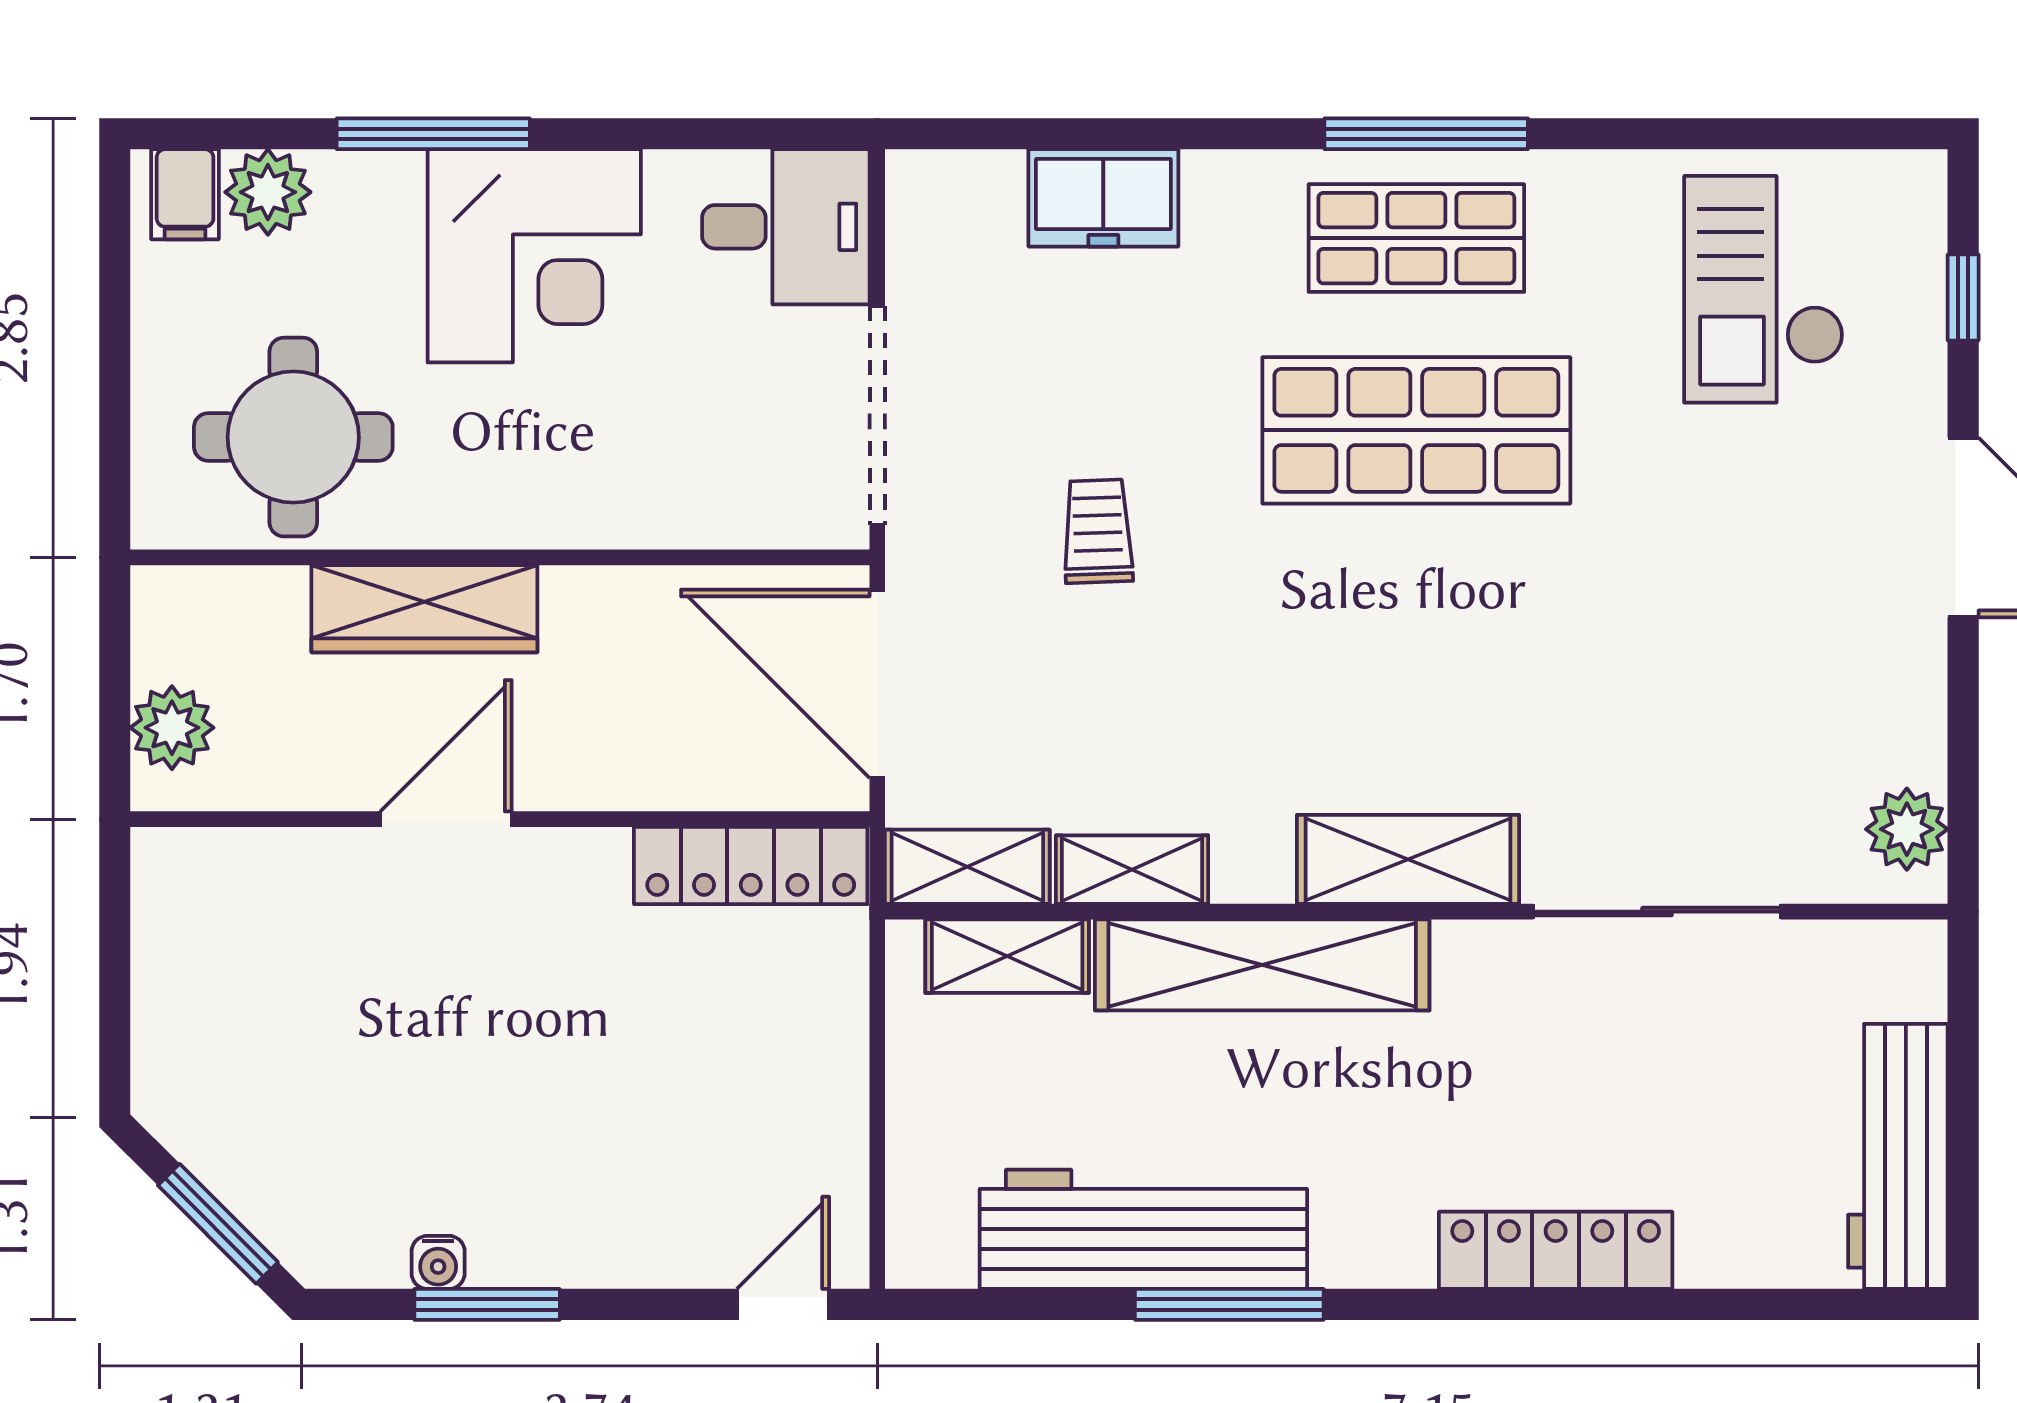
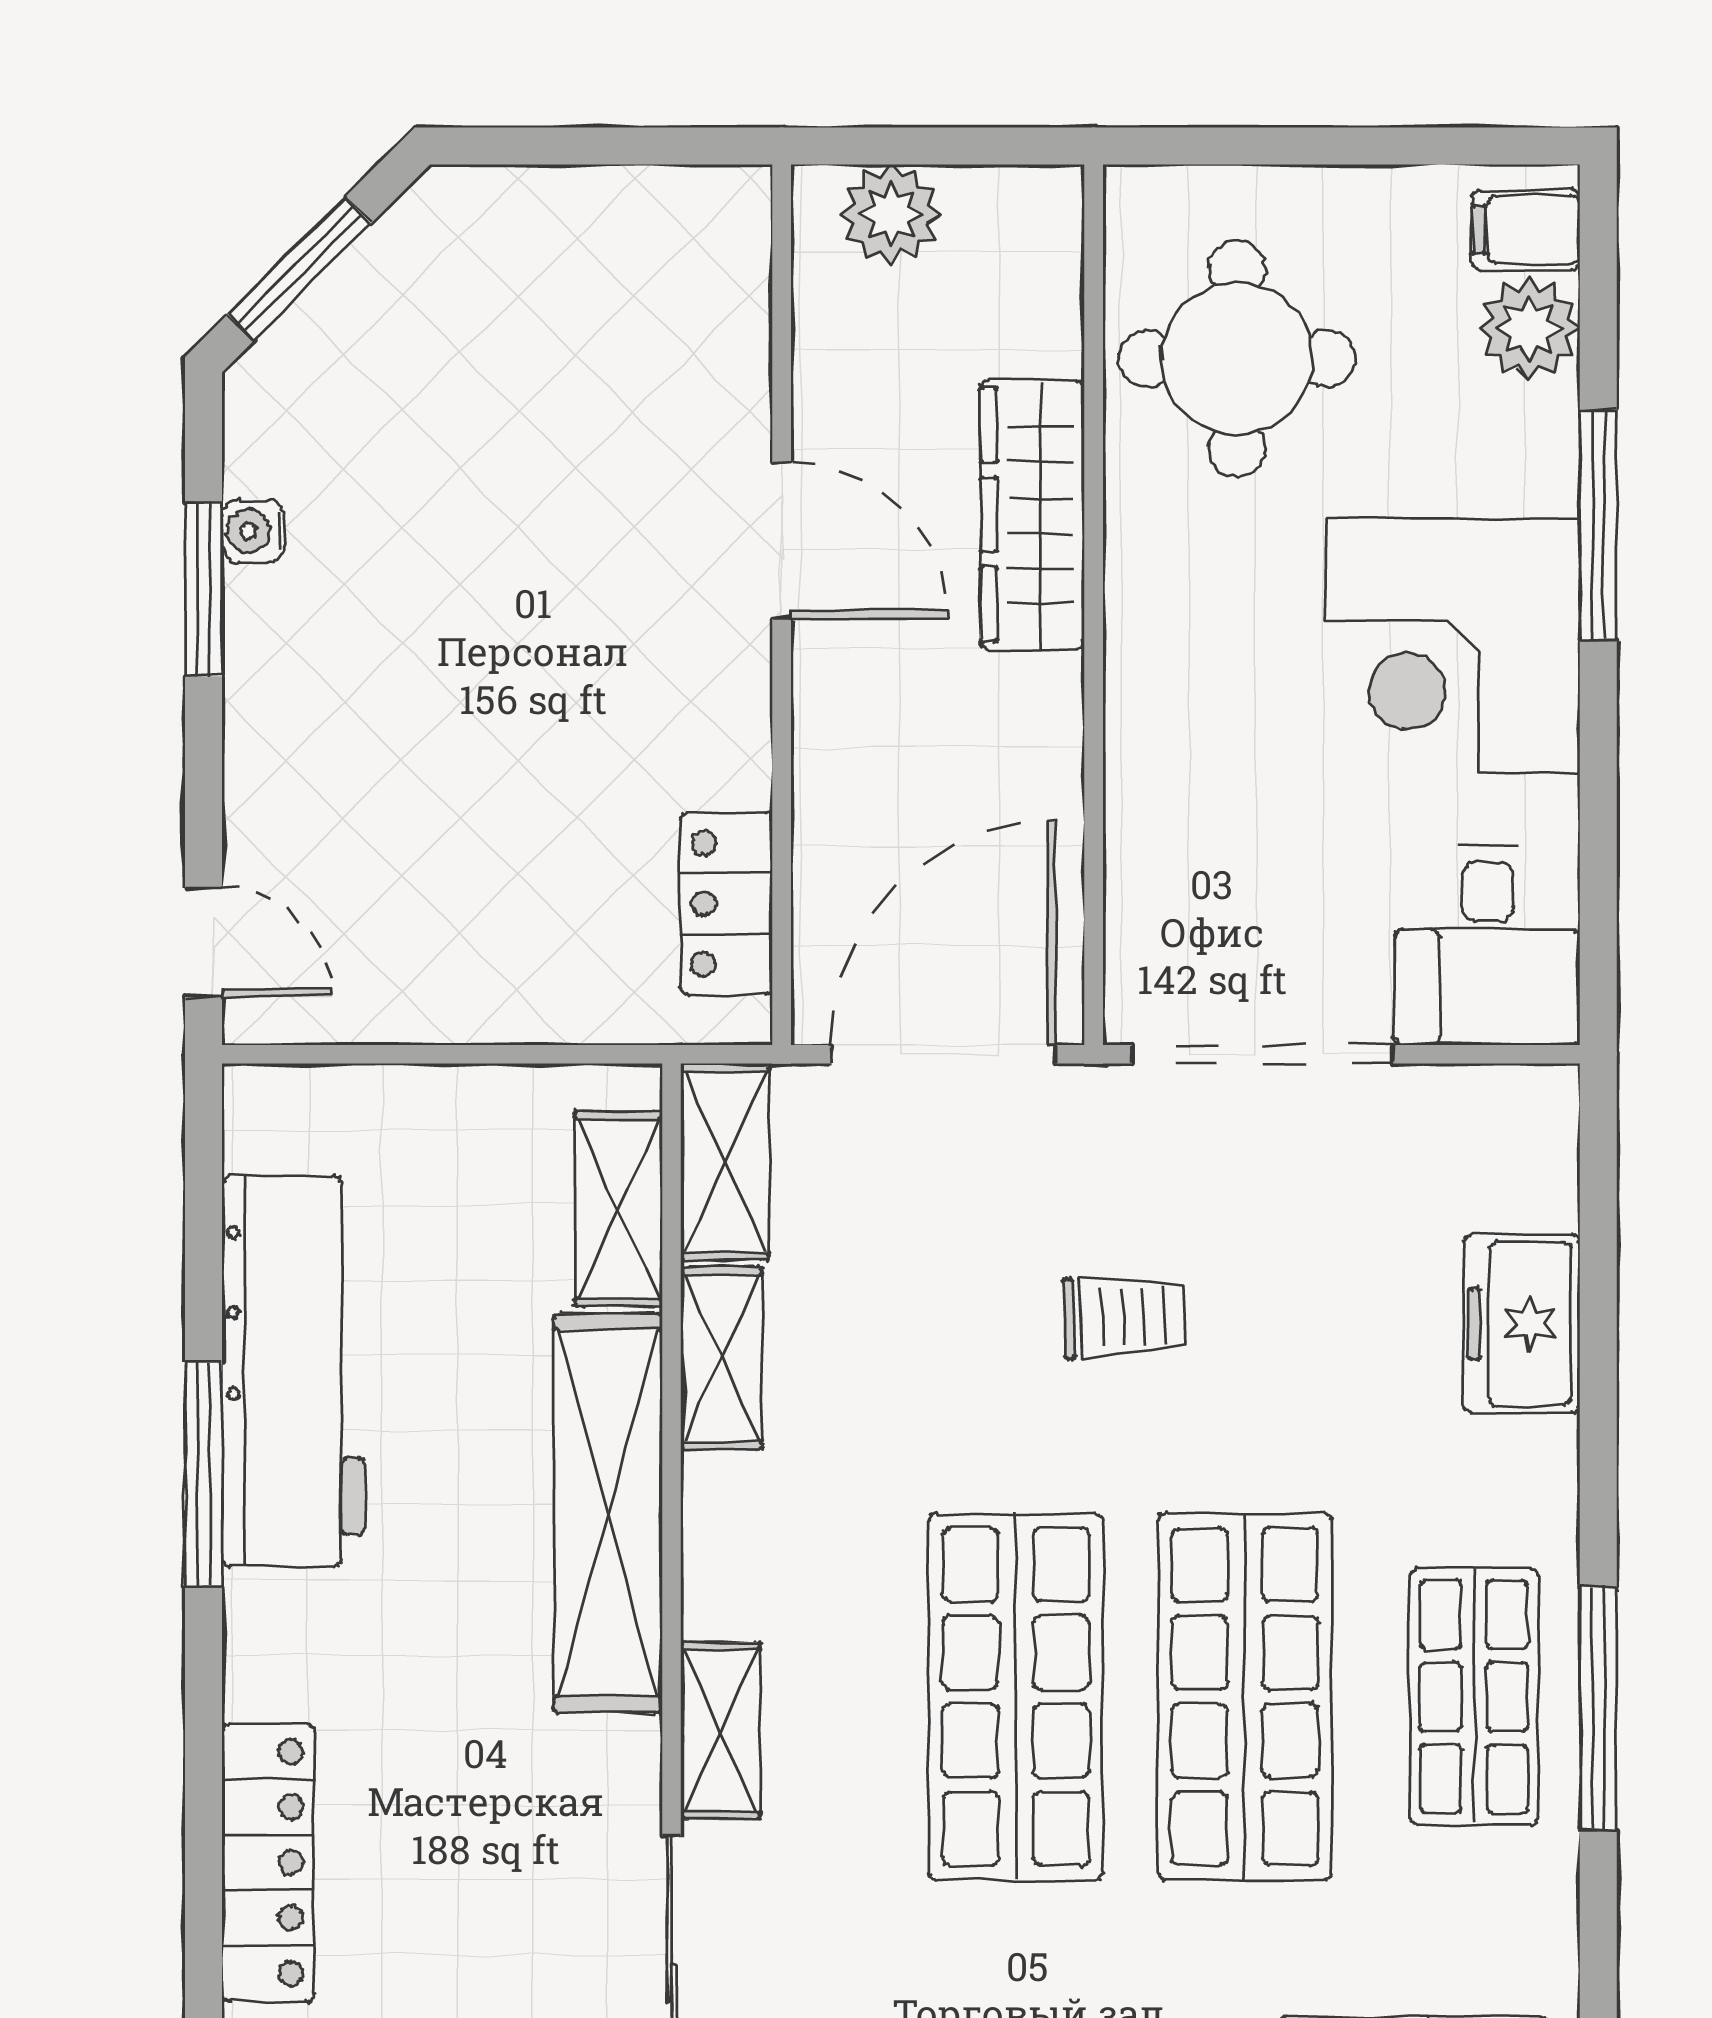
shop shelf: (1416, 623) -> (1016, 1697), added
shelving: (1408, 859) -> (720, 1731), width x0.67, depth x0.75
locker: (751, 866) -> (726, 904), width x0.66

